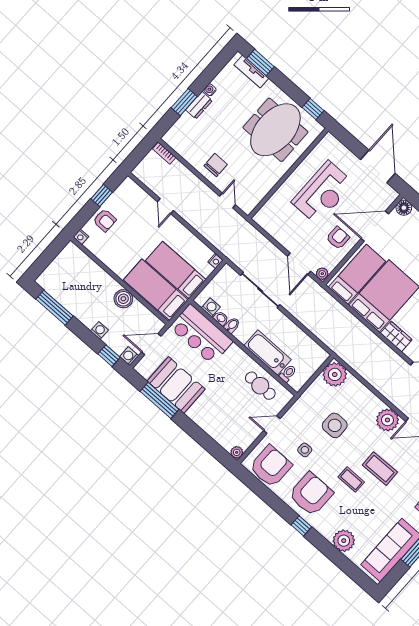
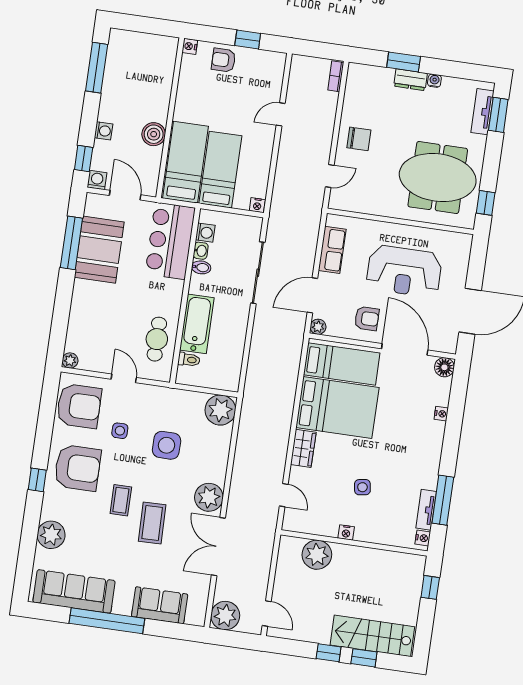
armchair: (105, 220) -> (224, 60), turned 90
row of seats: (277, 231) -> (332, 250), added

